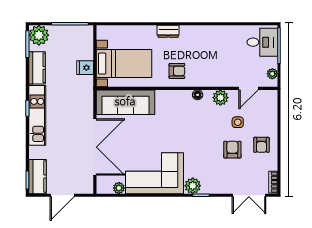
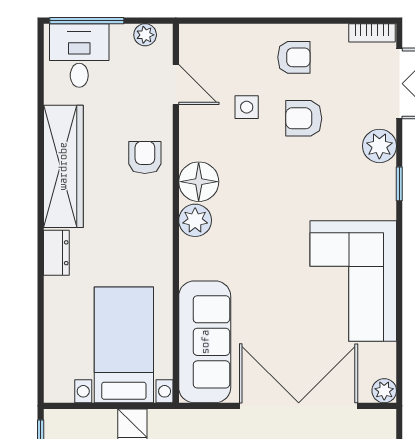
wardrobe: (209, 35) -> (63, 166), added
armchair: (177, 71) -> (145, 157), moved
floor lamp: (198, 95) -> (199, 182), width x1.89, depth x1.89
plant: (220, 98) -> (195, 220), moved
plant: (193, 186) -> (379, 146), moved
plant: (119, 188) -> (384, 391), moved

